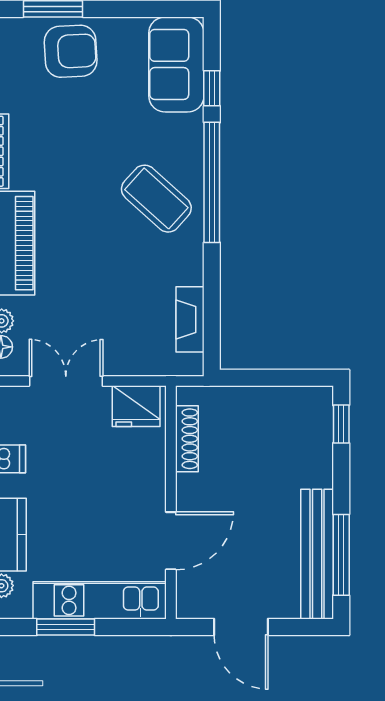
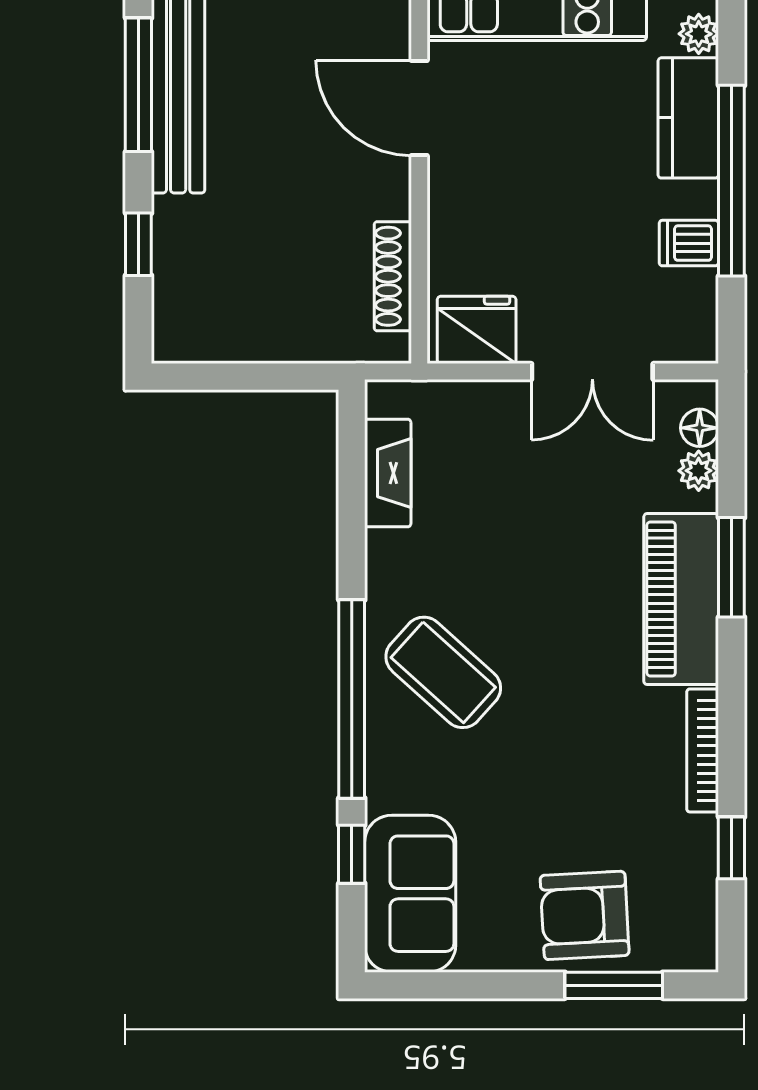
window: (341, 424) -> (138, 244), moved
door: (171, 541) -> (419, 108), hinge flipped

